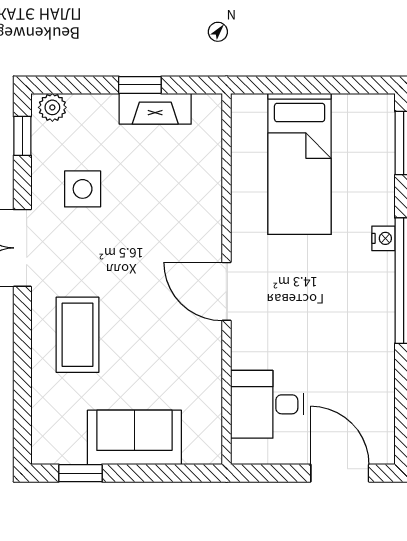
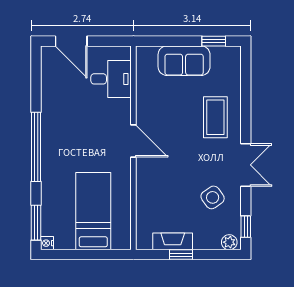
side table: (83, 189) -> (213, 197), turned -35
nightstand: (383, 238) -> (47, 243), moved

